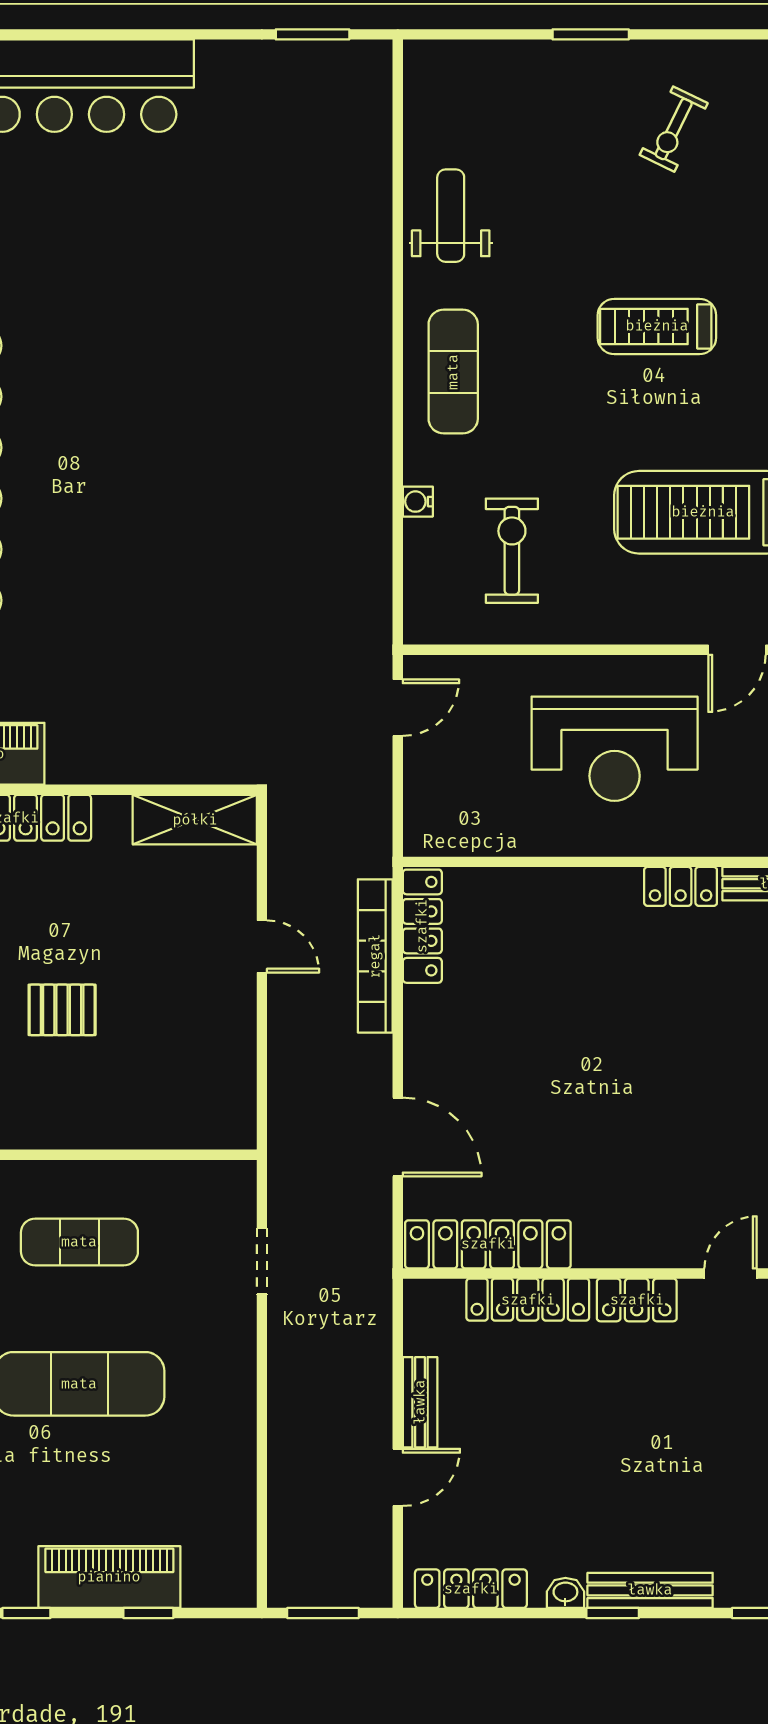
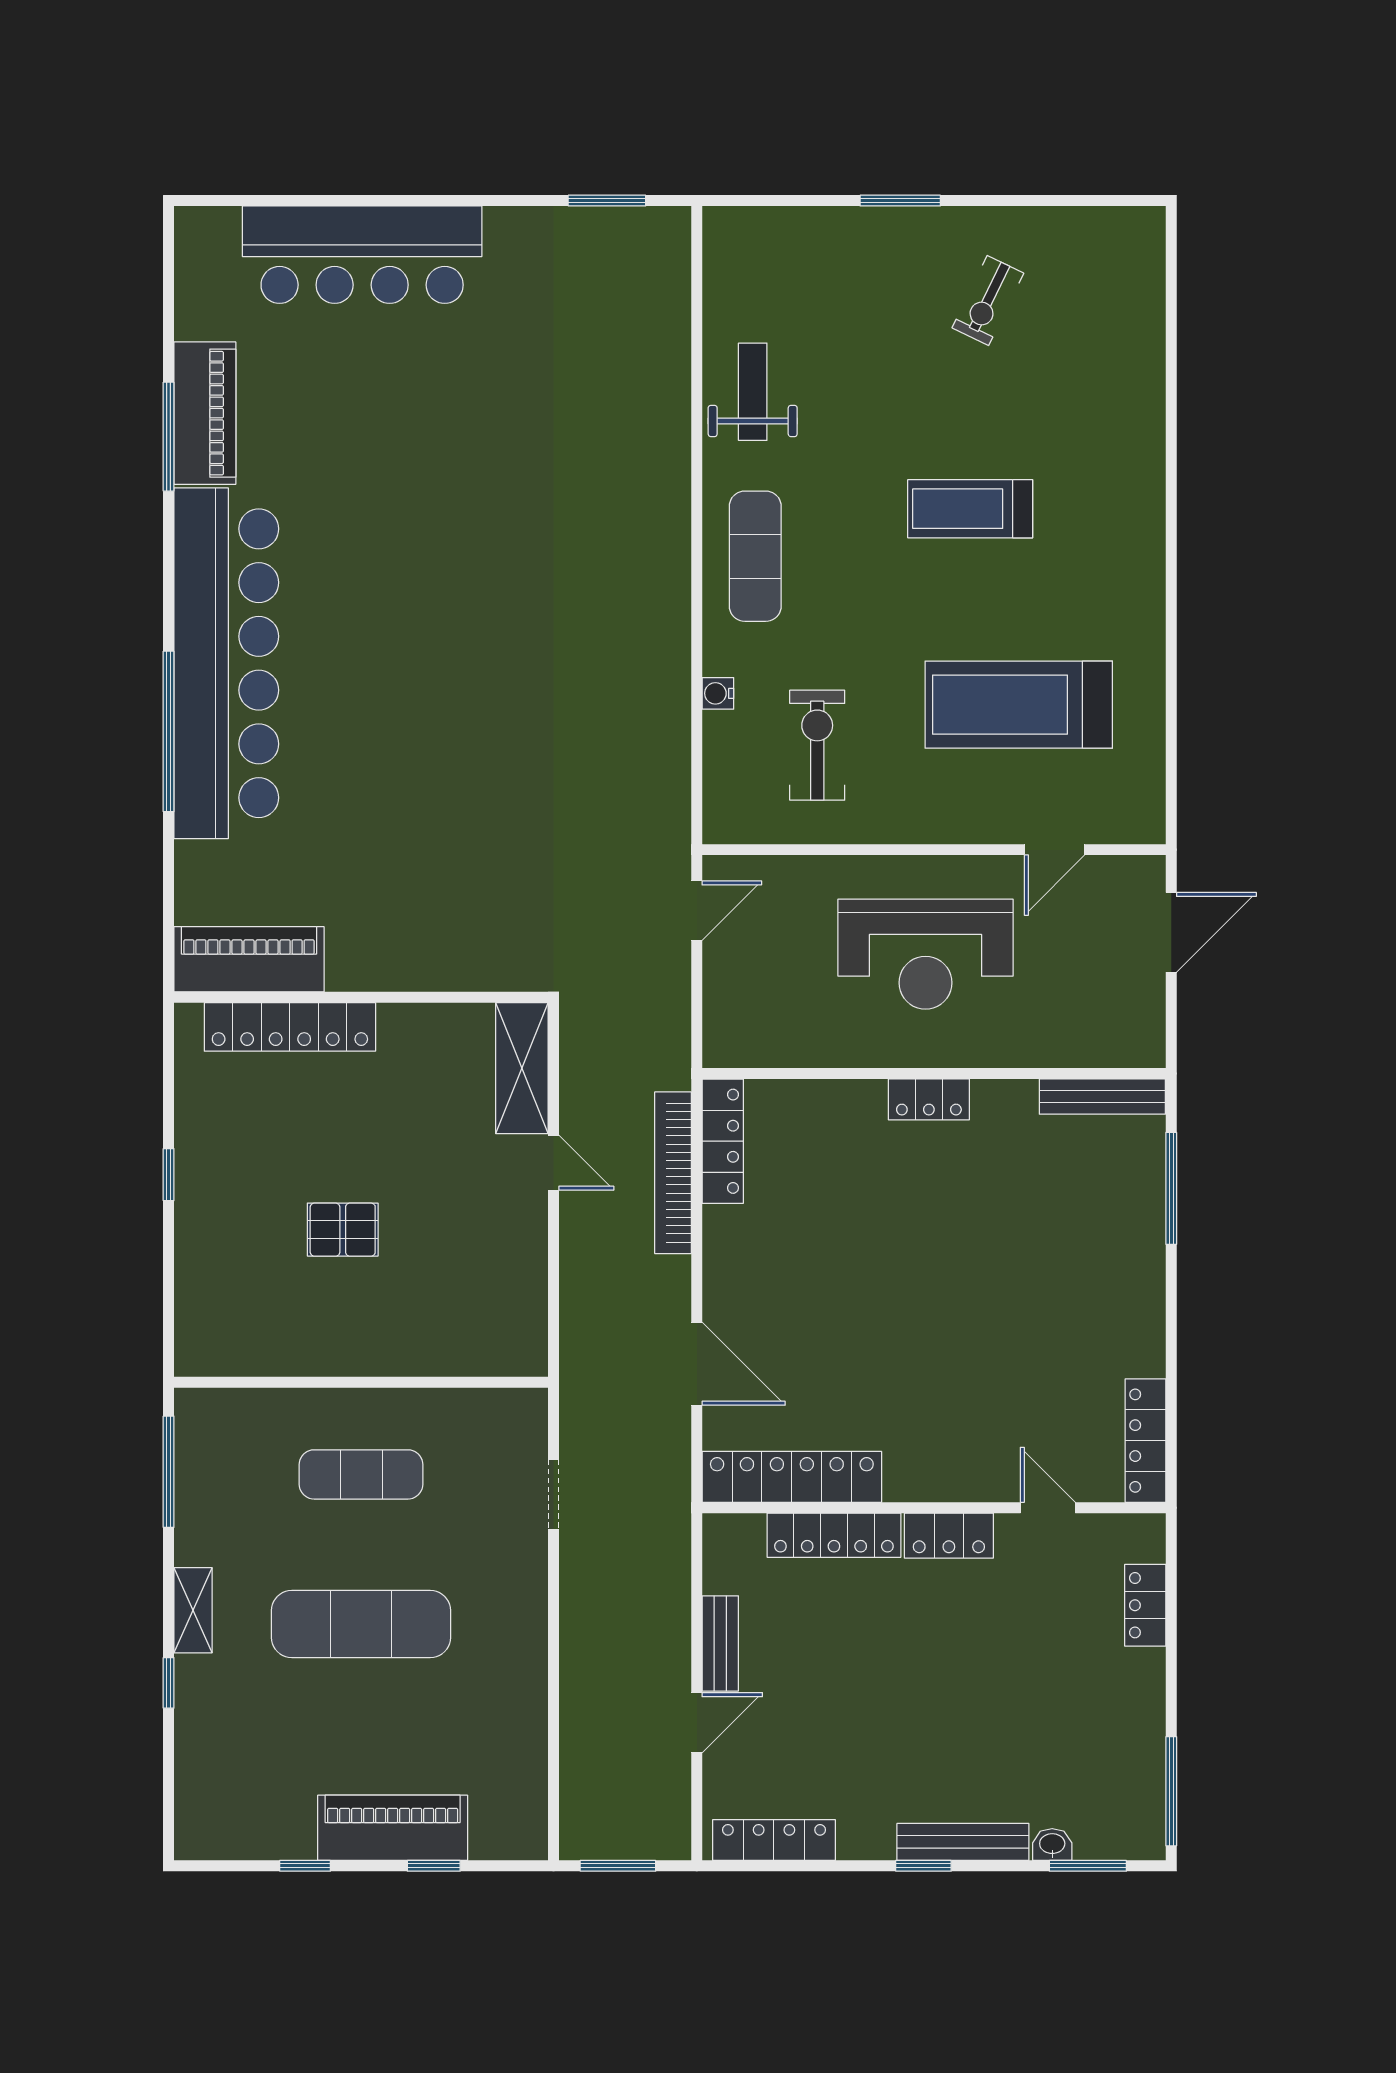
shelving: (195, 820) -> (522, 1068), moved, turned 90
locker: (681, 886) -> (929, 1099), moved
door: (731, 1274) -> (1048, 1508), hinge flipped
washbasin: (565, 1593) -> (1052, 1844), moved

